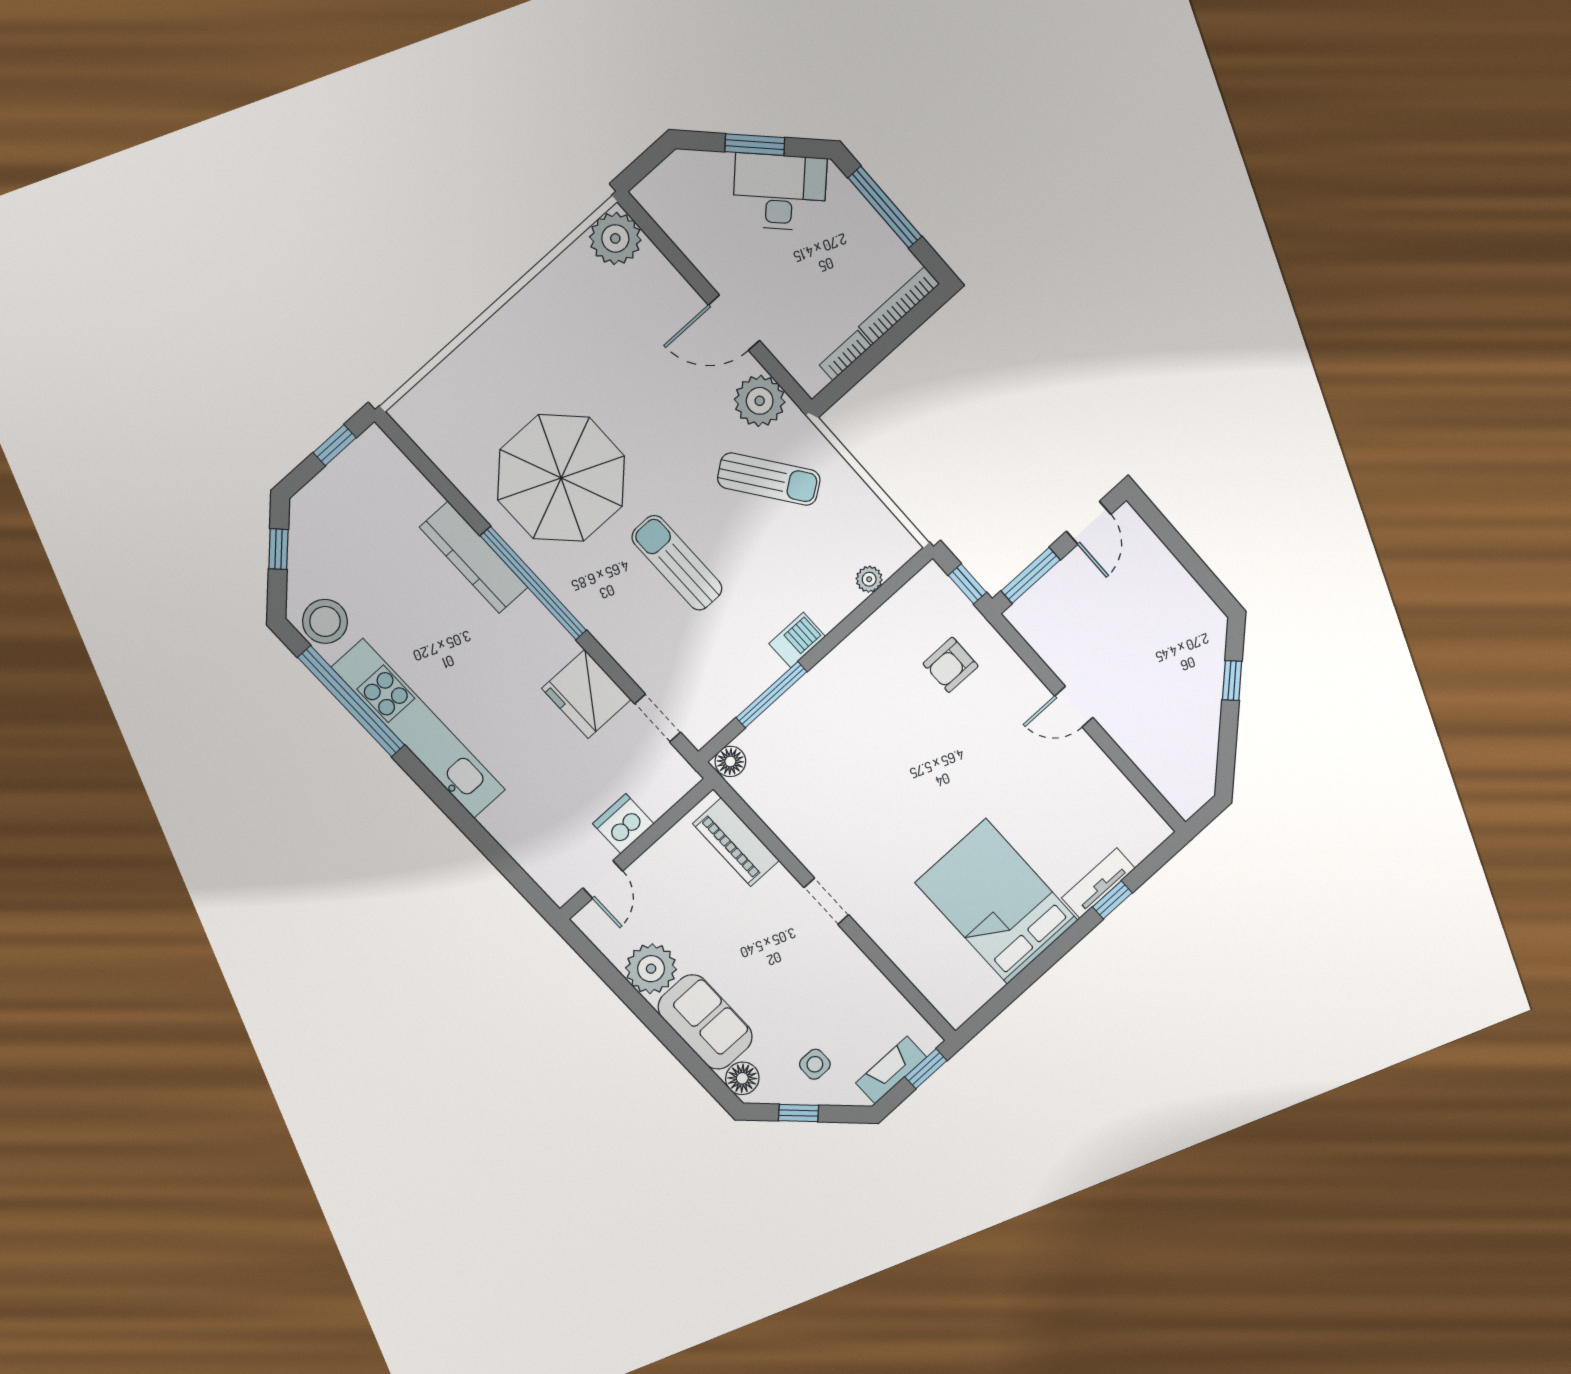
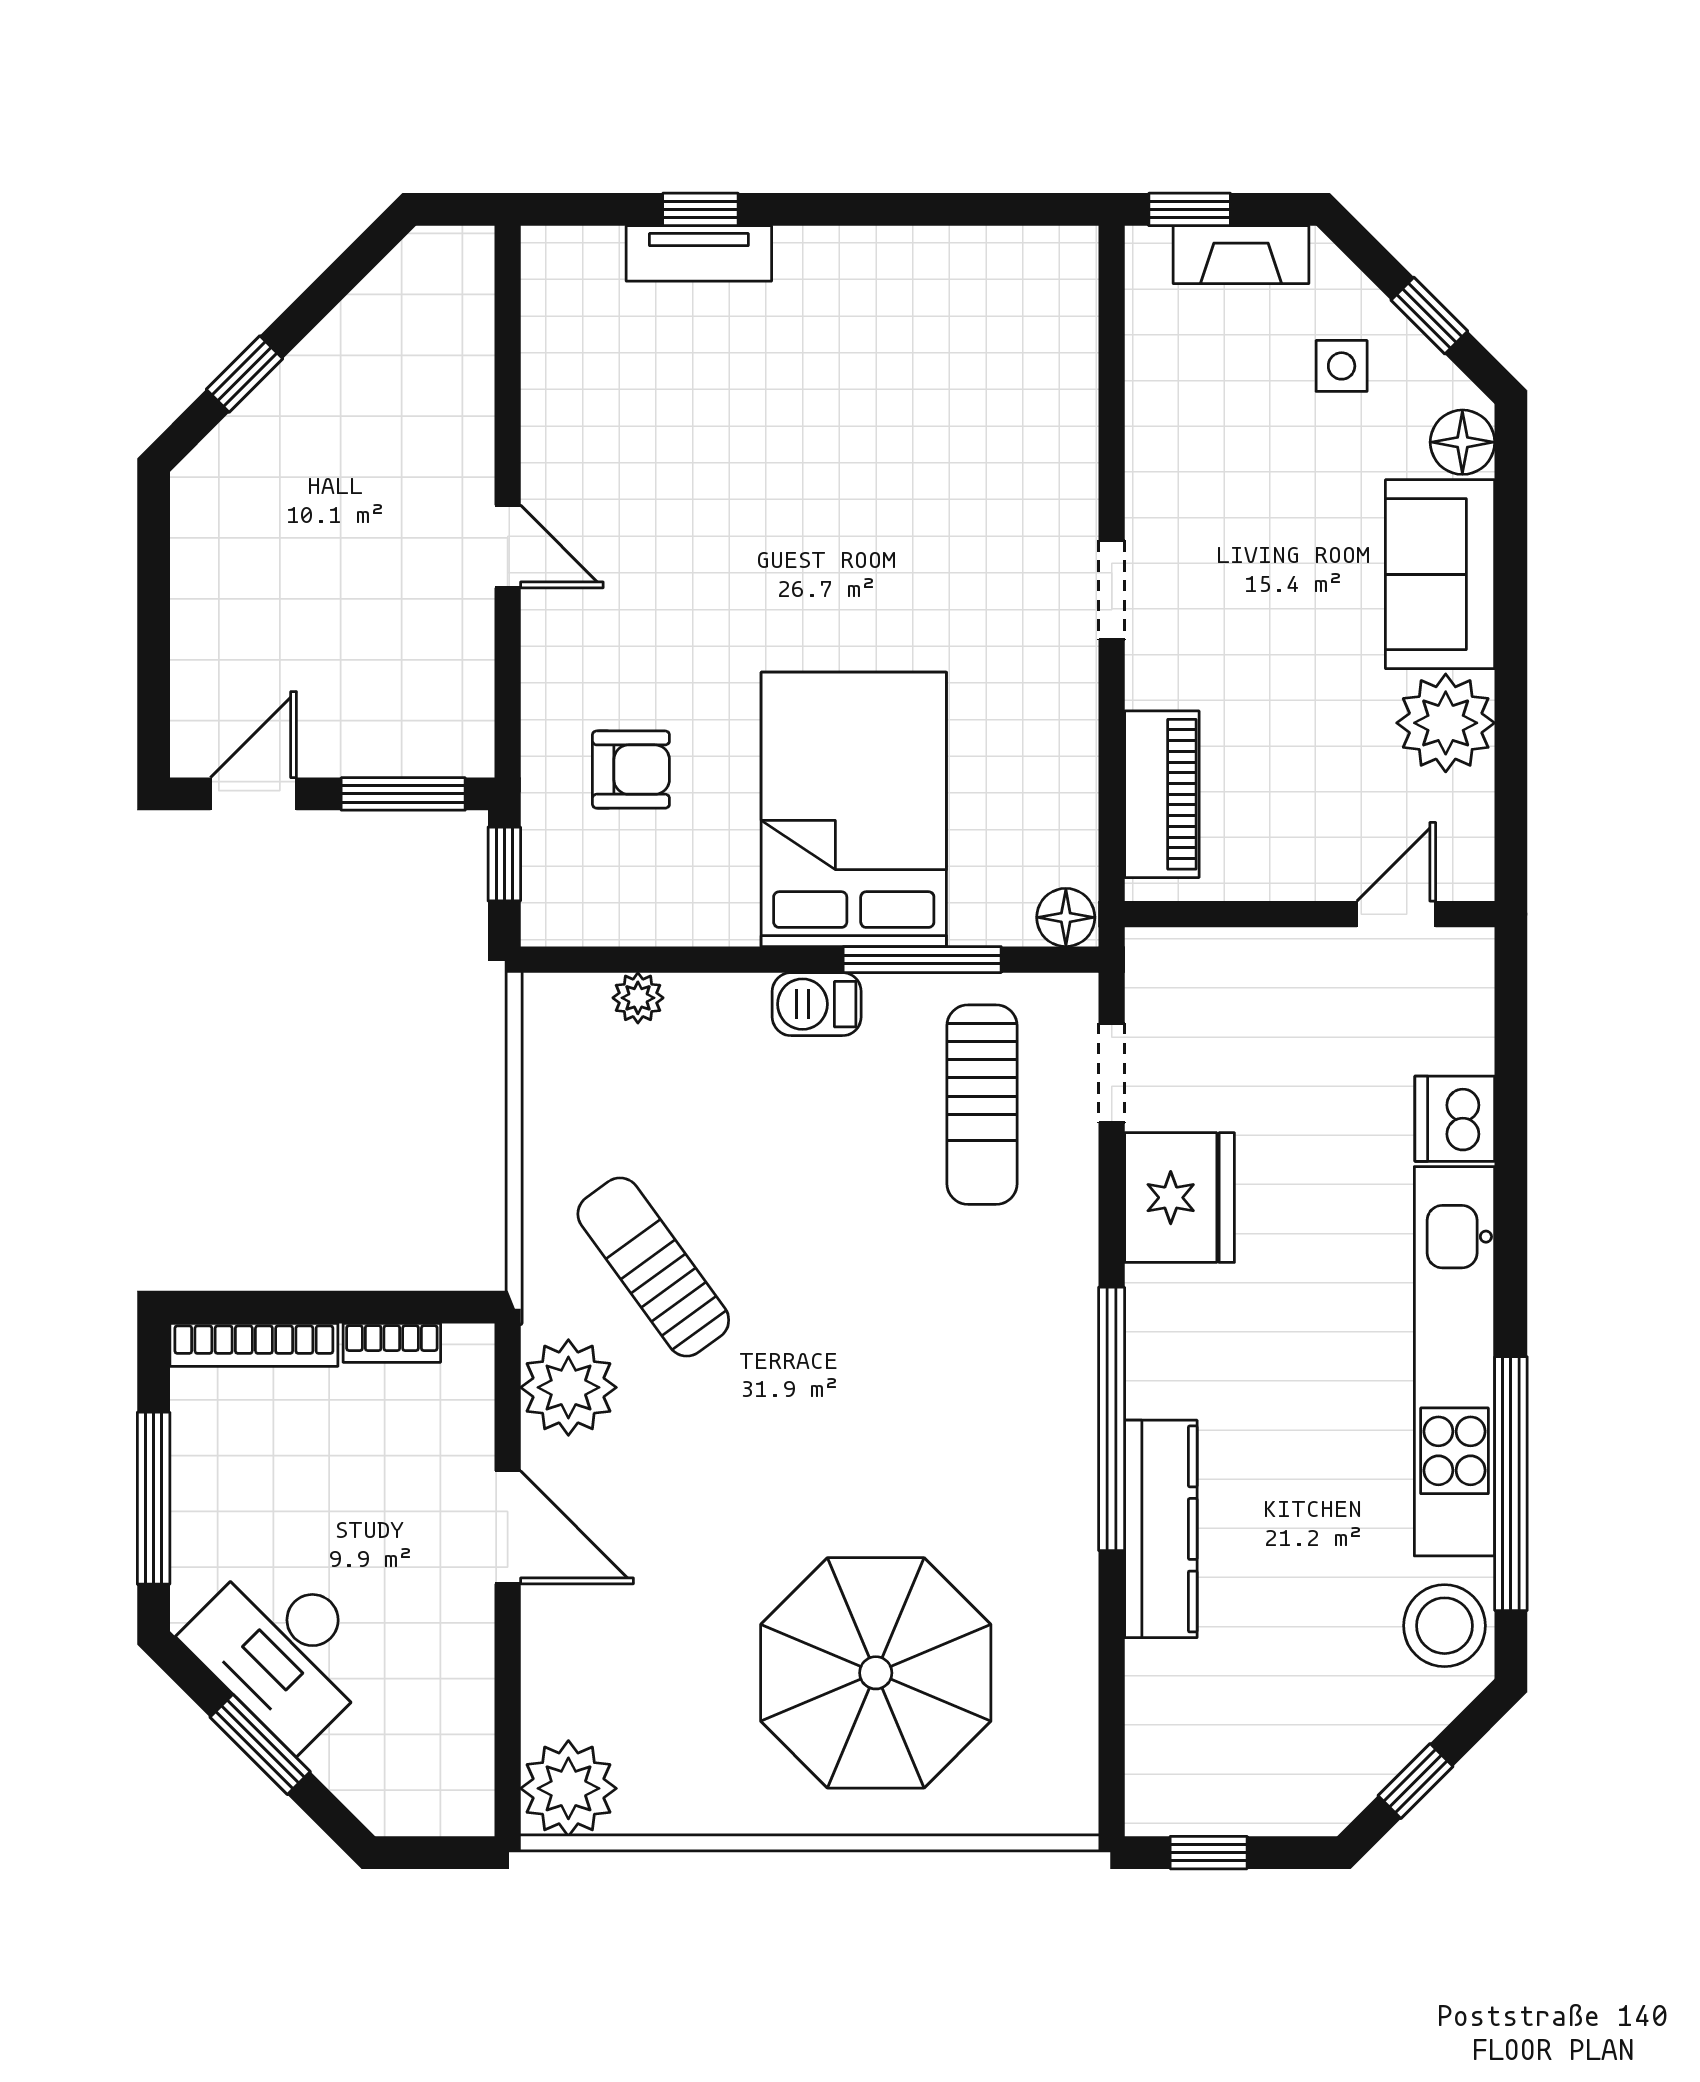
parasol: (561, 478) -> (876, 1673), moved
sun lounger: (677, 563) -> (982, 1105), moved
dishwasher: (623, 824) -> (1455, 1119), moved, turned 90
bed: (997, 901) -> (854, 809), moved, turned 180

